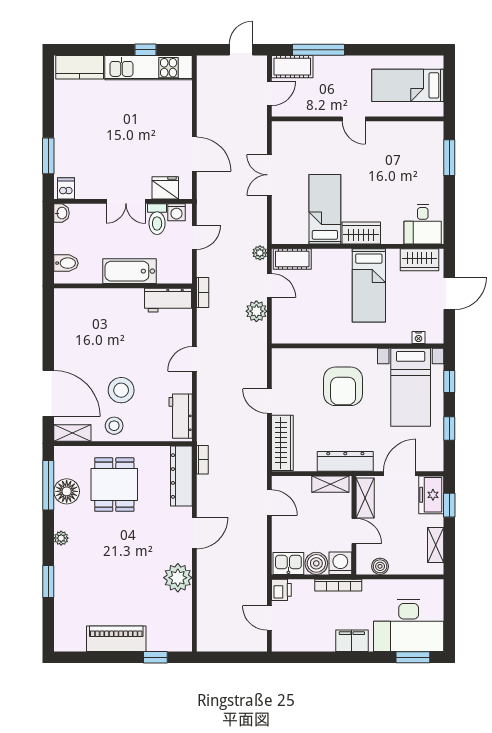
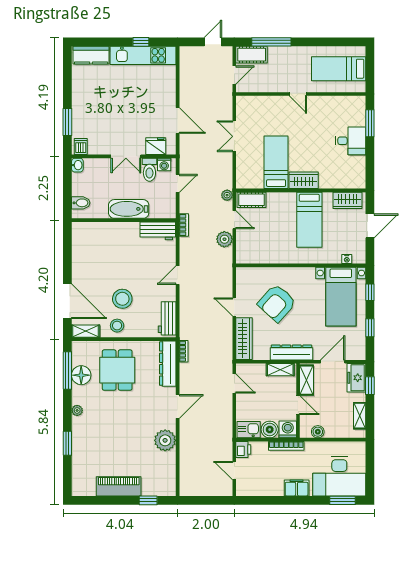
desk: (423, 224) -> (351, 141), moved, turned -90
armchair: (343, 386) -> (277, 303), moved, turned 42

